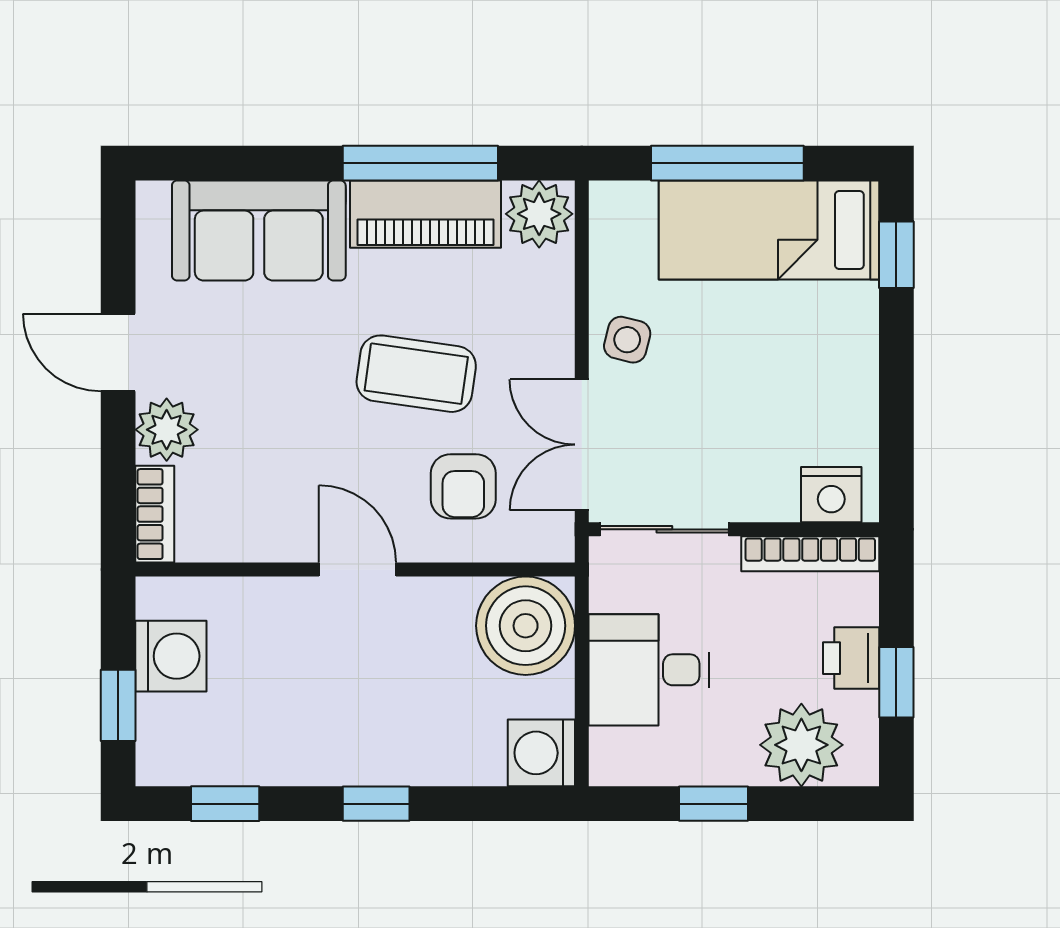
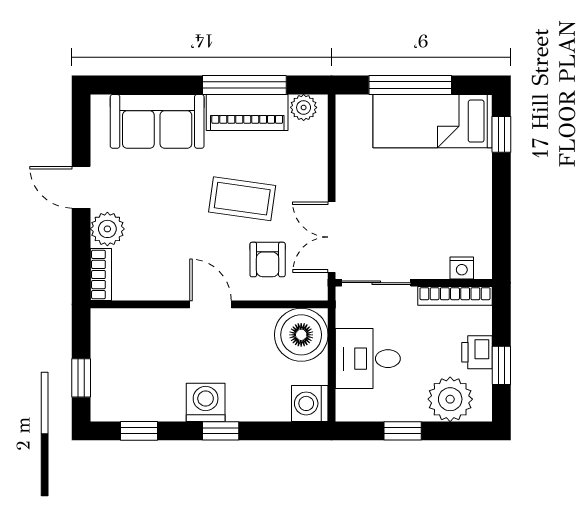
plant: (539, 214) -> (304, 107), width x0.73, depth x0.73
side table: (627, 340) -> (356, 180), removed
nightstand: (831, 495) -> (462, 268), width x0.72, depth x0.74
washing machine: (171, 656) -> (206, 402), moved, turned -90

